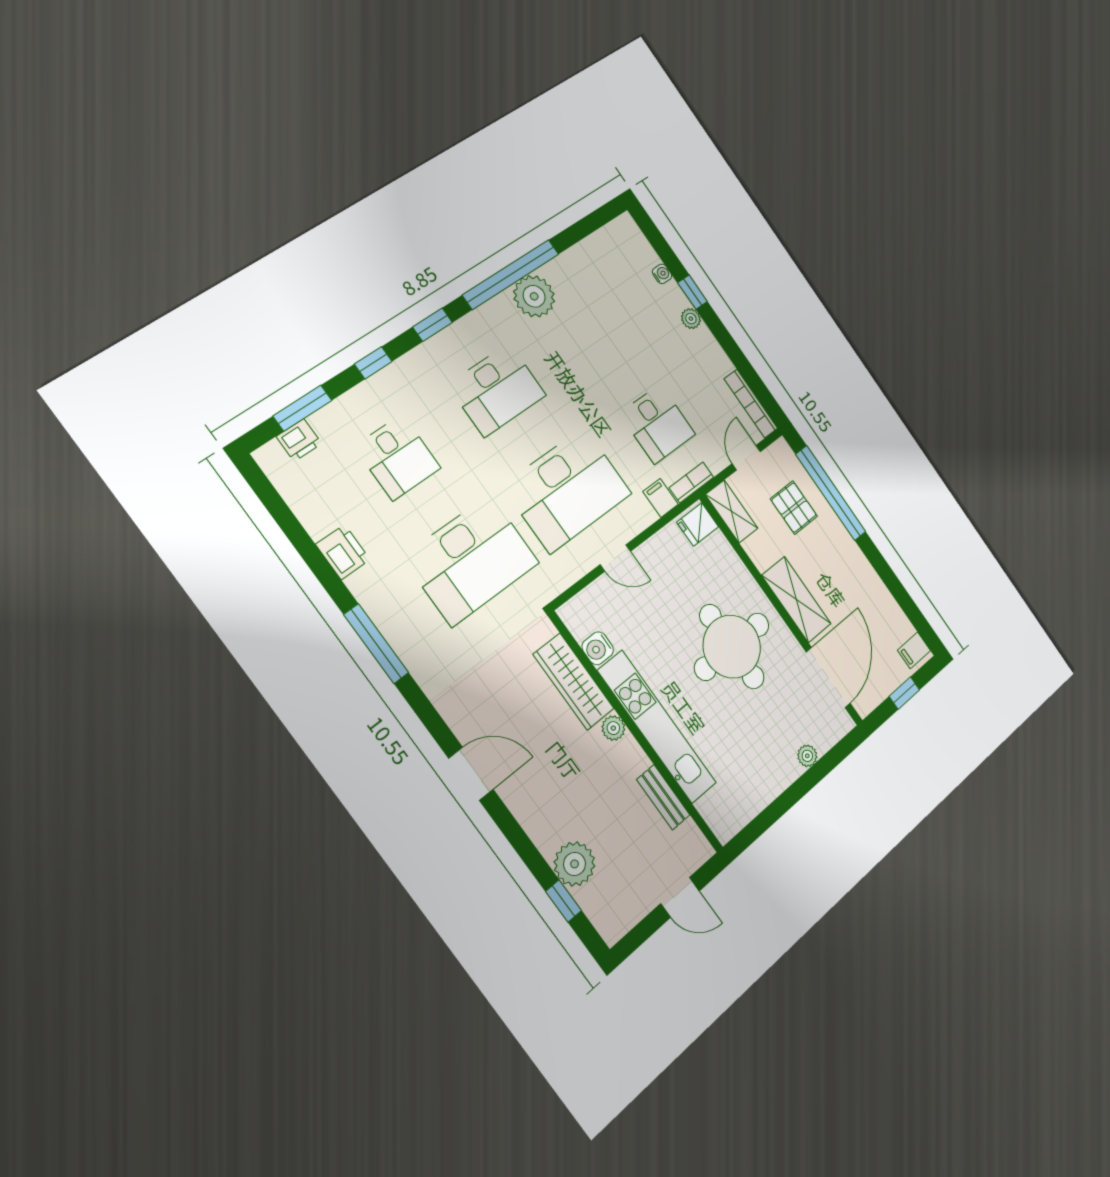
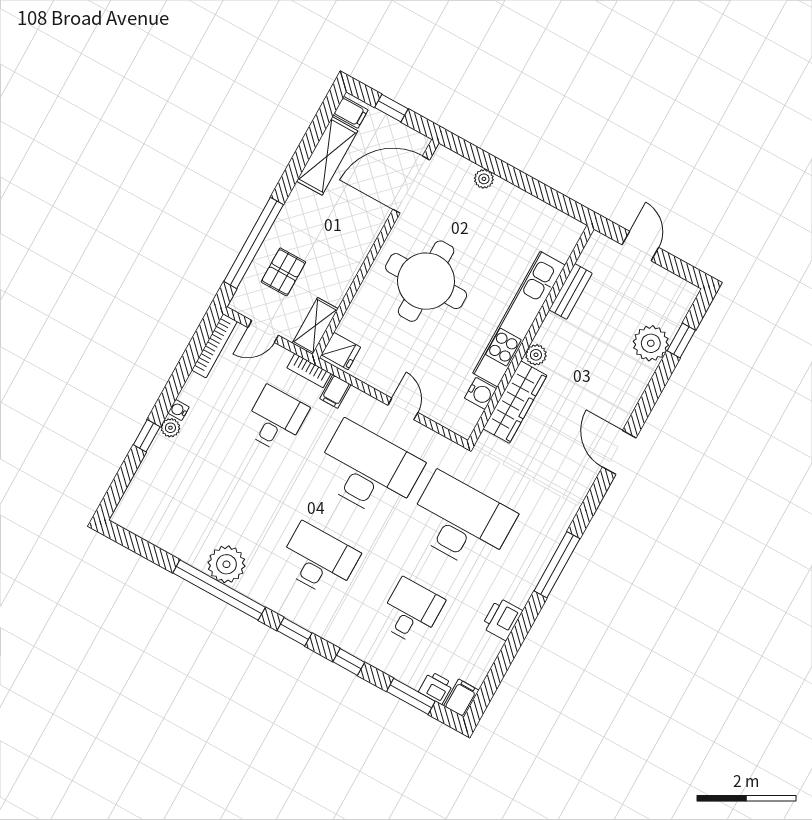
water cooler: (662, 274) -> (178, 410), moved
filing cabinet: (273, 462) -> (461, 698), added
shelving: (796, 600) -> (327, 156), moved

